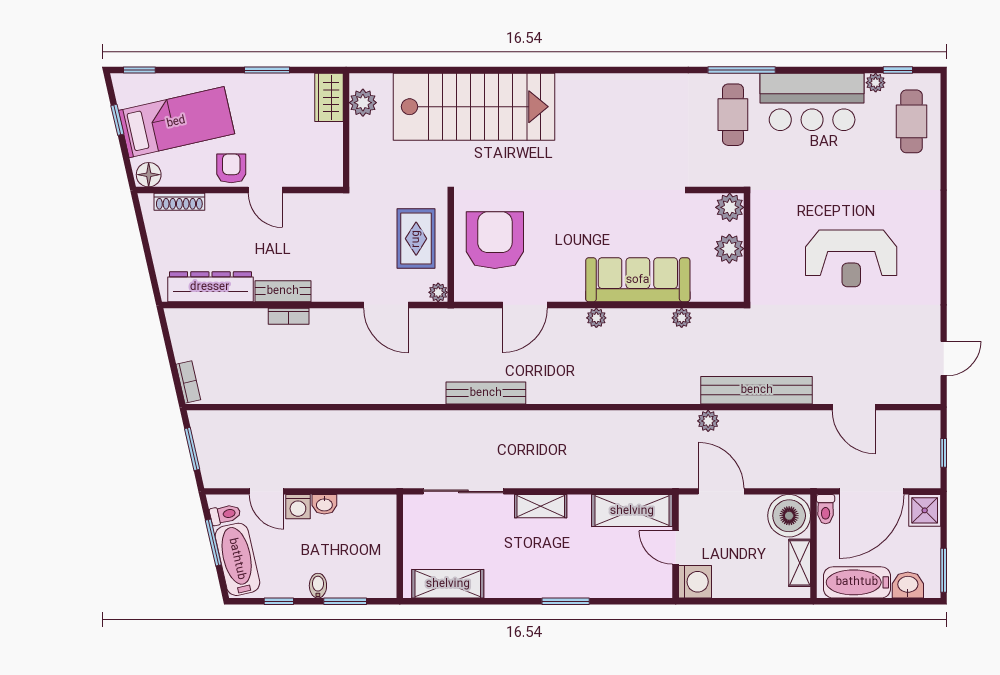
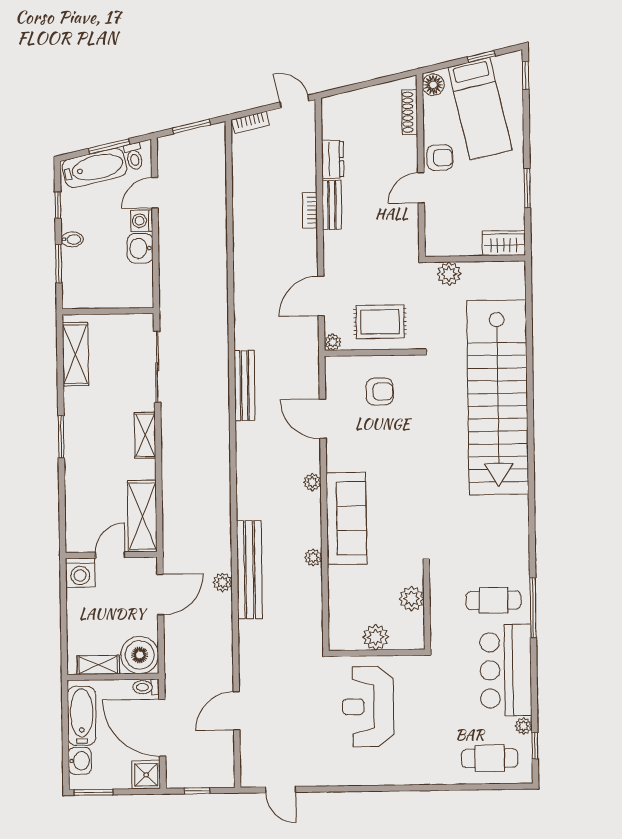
plant: (363, 103) -> (449, 274), moved
stairs: (474, 107) -> (498, 397), width x1.36
armchair: (495, 240) -> (380, 392), width x0.53, depth x0.53
wall: (747, 247) -> (377, 653), moved
plant: (729, 249) -> (376, 637), moved
dresser: (210, 287) -> (333, 159), width x0.51, depth x0.80
door: (166, 332) -> (294, 102), added
bench: (757, 390) -> (249, 570), moved
washbasin: (324, 504) -> (140, 248), width x1.38, depth x1.45
window: (566, 601) -> (61, 437), moved

